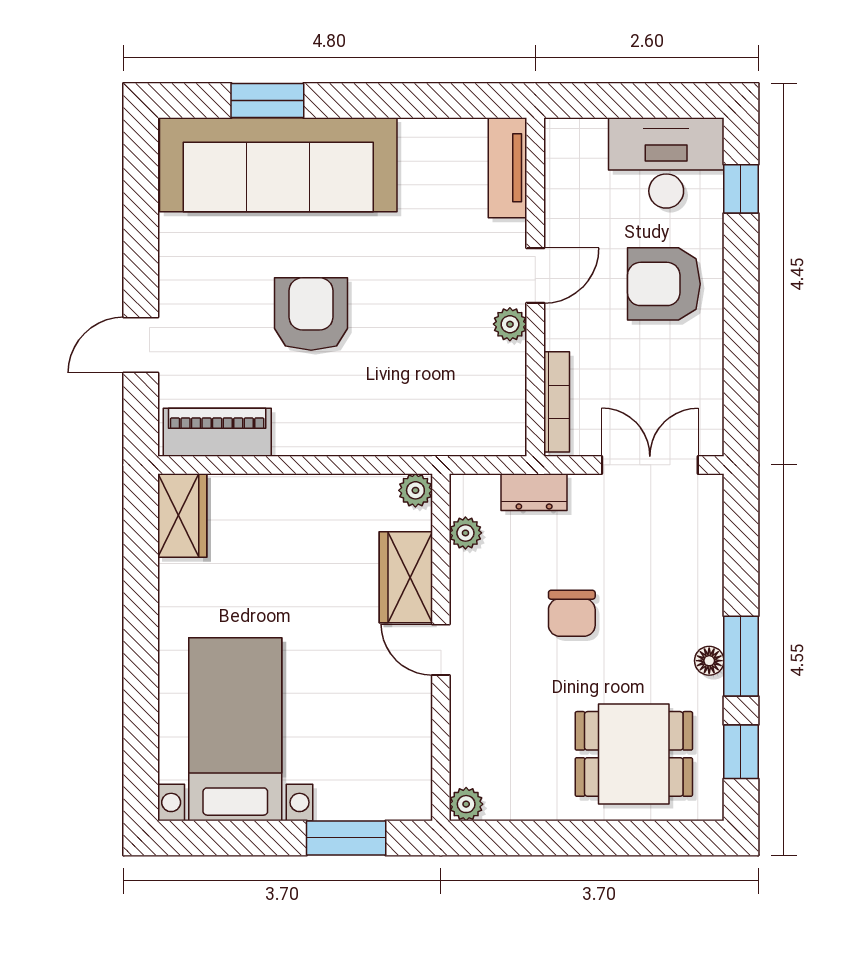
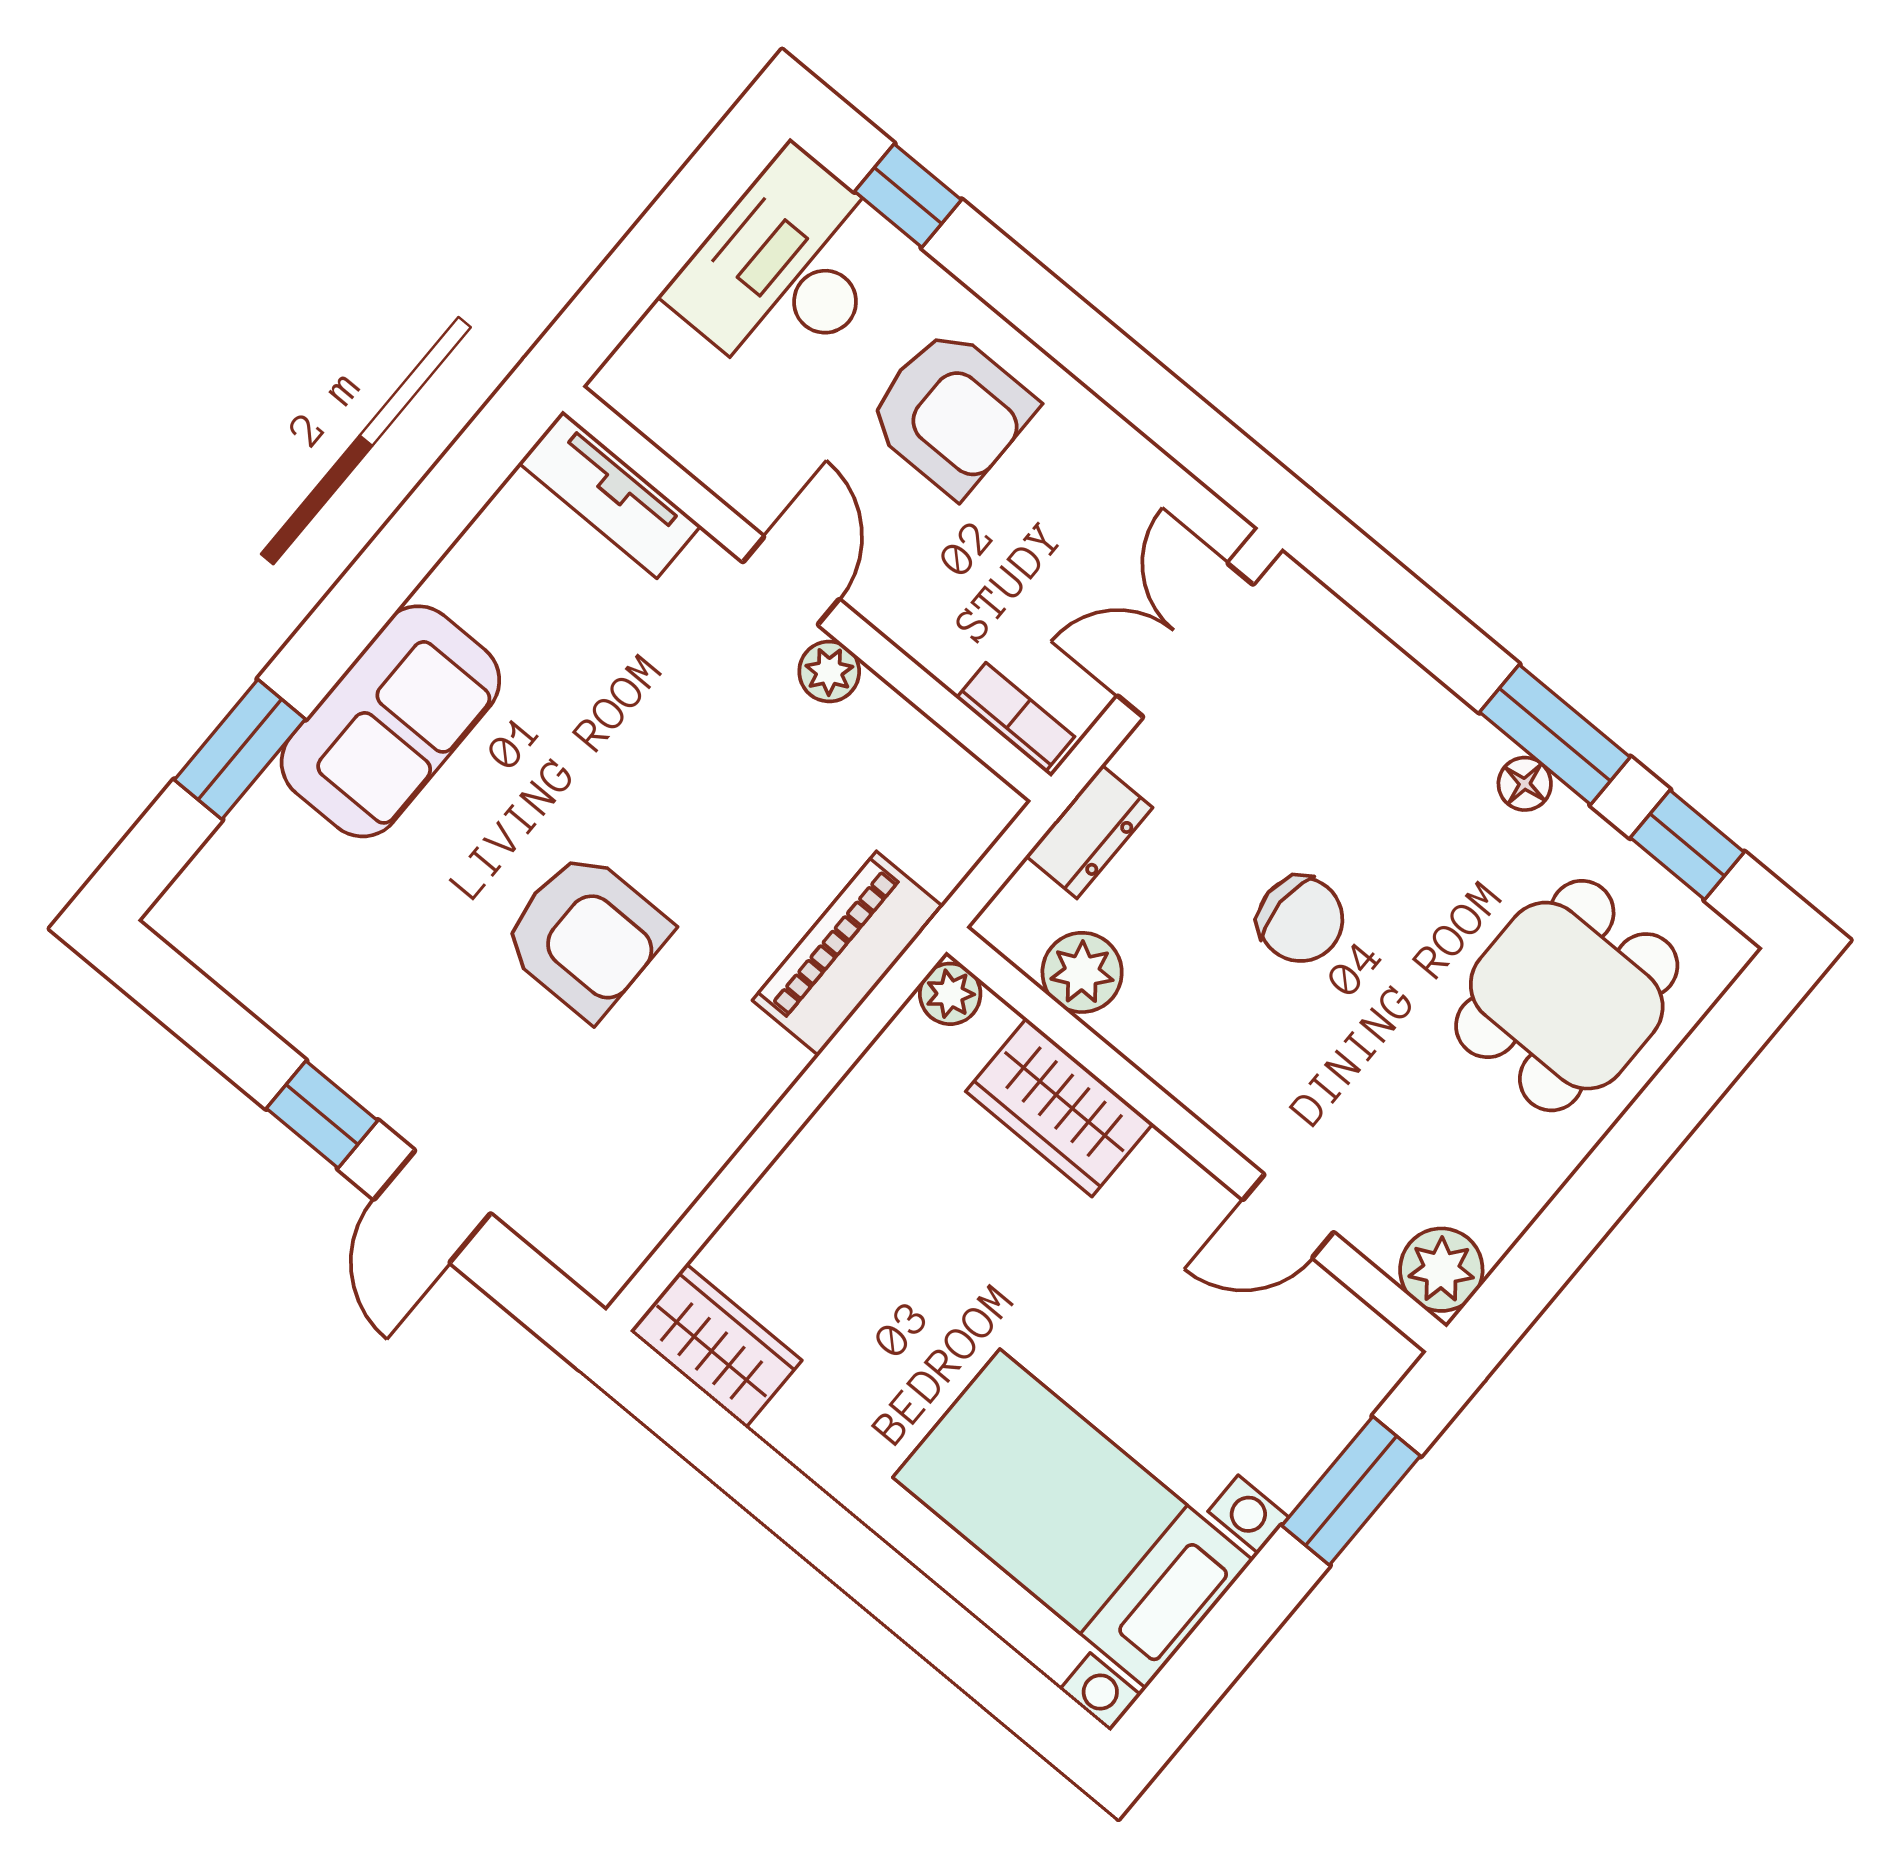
sofa: (278, 165) -> (390, 721), width x0.54, depth x0.79
window: (141, 265) -> (322, 1115), added
armchair: (664, 284) -> (951, 412), turned -90
armchair: (311, 314) -> (586, 935), turned 180
bookcase: (557, 402) -> (1015, 717), width x0.64
piano: (217, 432) -> (848, 953), moved
plant: (465, 533) -> (1082, 972), width x1.38, depth x1.38
door: (441, 650) -> (1288, 1216), moved
plant: (466, 804) -> (1441, 1270), width x1.38, depth x1.38

